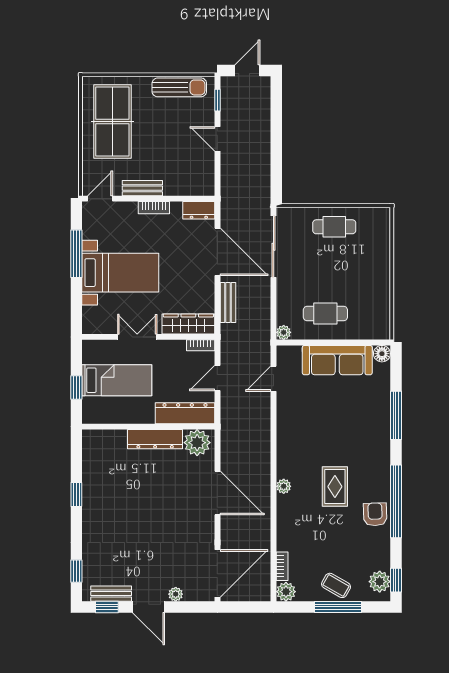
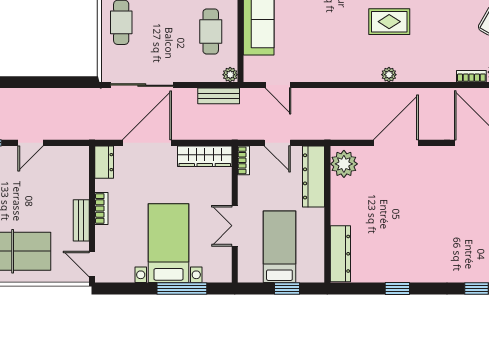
window: (76, 254) -> (182, 288), moved
bench: (228, 302) -> (219, 96), moved
wardrobe: (188, 324) -> (205, 156), moved, turned -90
dresser: (155, 439) -> (340, 254), moved

